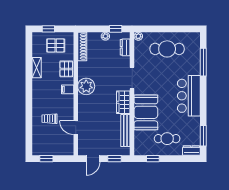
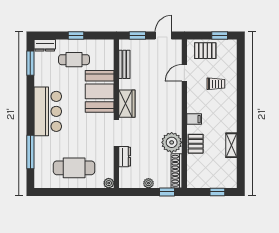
window: (116, 29) -> (167, 192), moved
pallet: (56, 45) -> (205, 51), moved
dresser: (125, 47) -> (125, 157), moved
plant: (86, 86) -> (172, 142), moved
door: (76, 128) -> (184, 73), swing flipped
bench: (125, 130) -> (124, 64), width x0.73
window: (153, 159) -> (76, 35), moved

